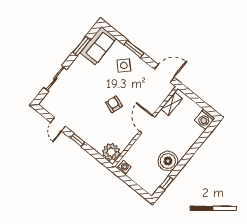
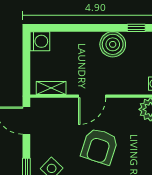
armchair: (114, 104) -> (100, 146), width x1.88, depth x1.88

